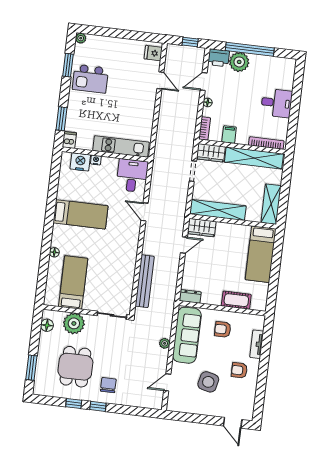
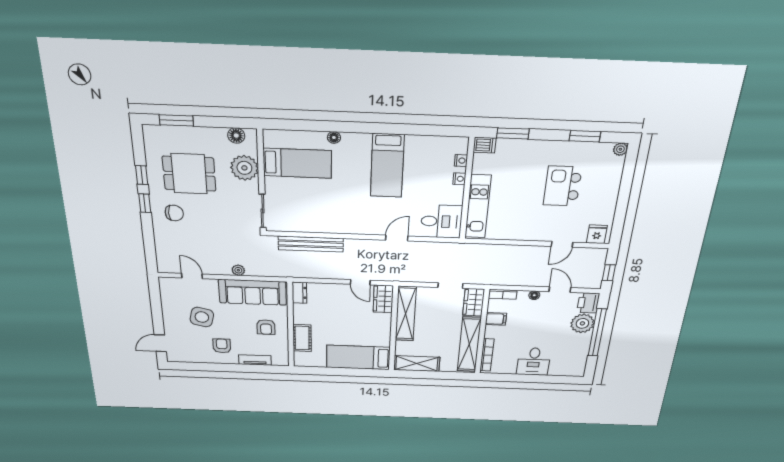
kitchen island: (90, 79) -> (562, 186), moved
nightstand: (80, 162) -> (461, 161), width x0.53, depth x0.56
armchair: (223, 329) -> (266, 327), turned 180

